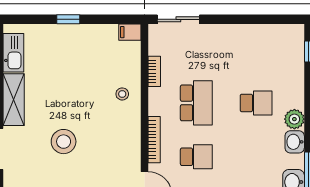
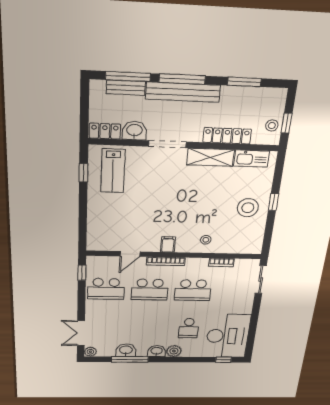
filing cabinet: (130, 32) -> (168, 244), moved
desk: (269, 51) -> (228, 336), added
stool: (64, 142) -> (248, 208), moved
school desk: (196, 157) -> (150, 290), width x1.85

